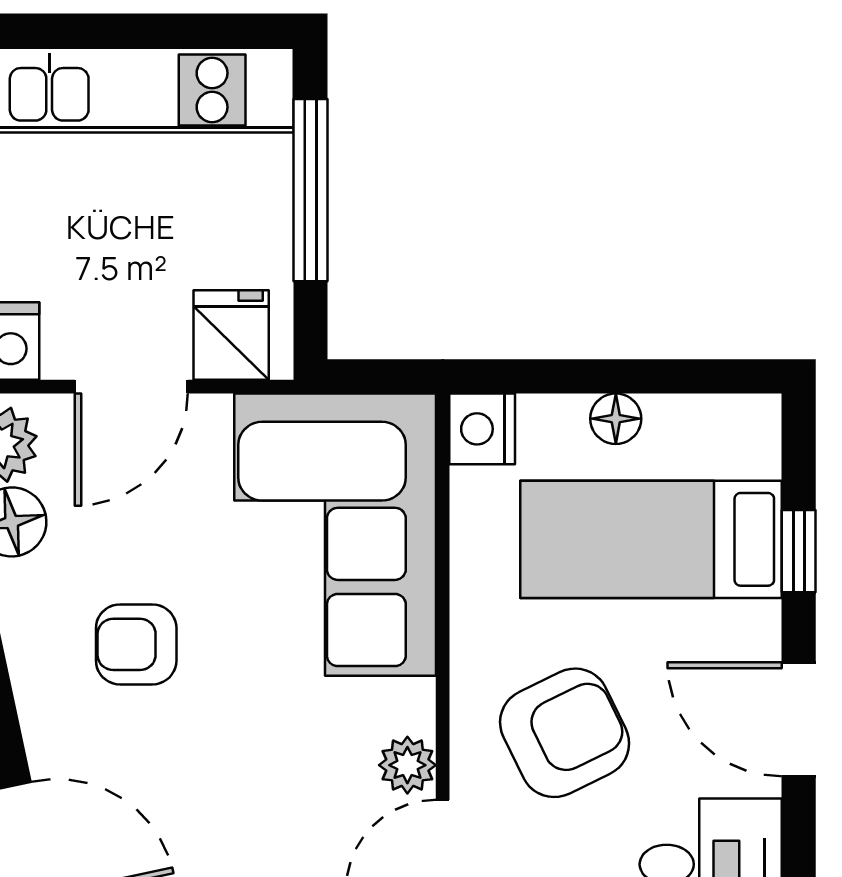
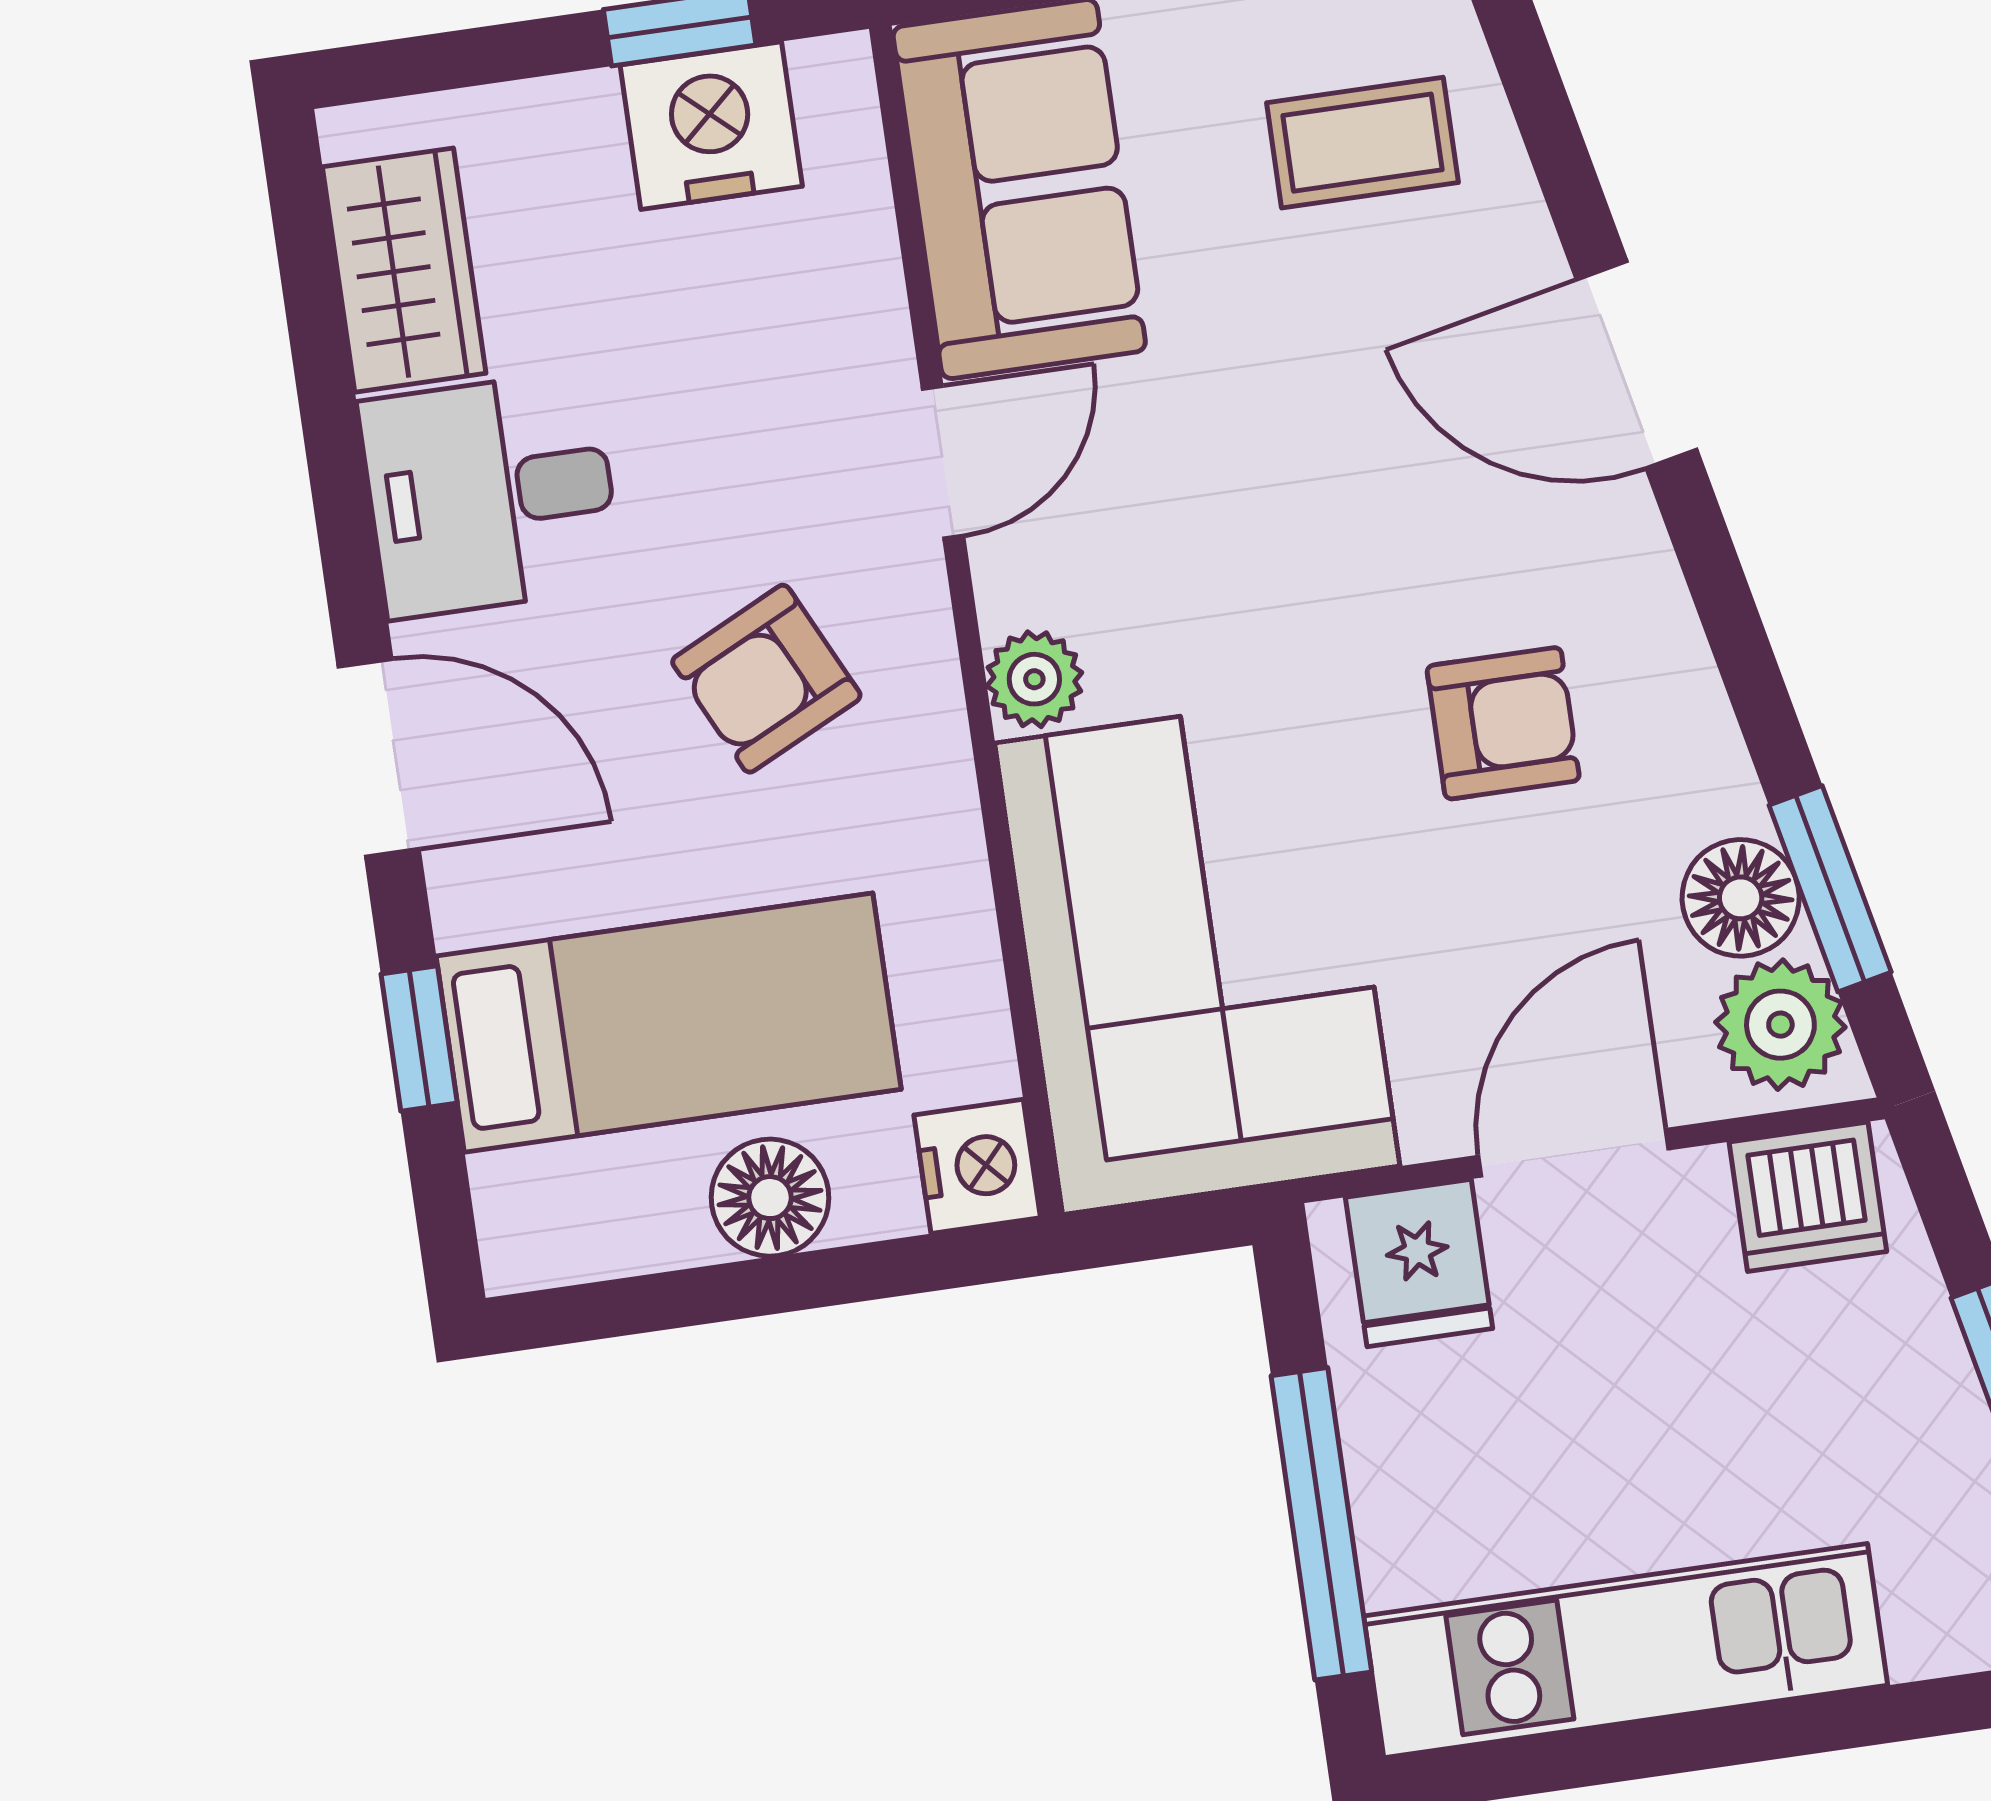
floor lamp: (616, 419) -> (770, 1198), width x1.37, depth x1.37
armchair: (565, 733) -> (766, 679), width x0.72, depth x0.72
plant: (407, 765) -> (1034, 679), moved

